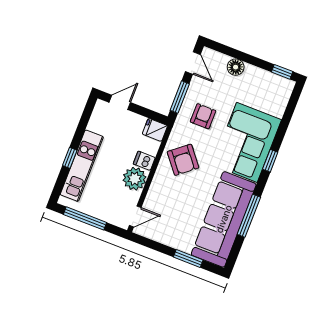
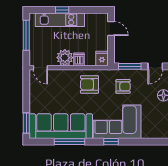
armchair: (183, 160) -> (89, 84), turned 39
window: (188, 258) -> (26, 123), moved

